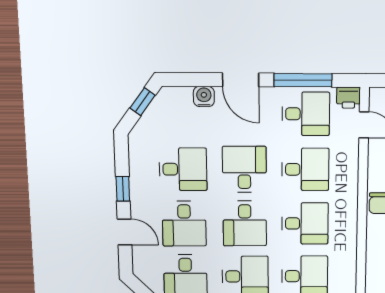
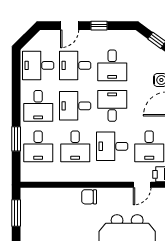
desk: (244, 169) -> (112, 106), turned -90
desk: (305, 169) -> (112, 146), turned 90

